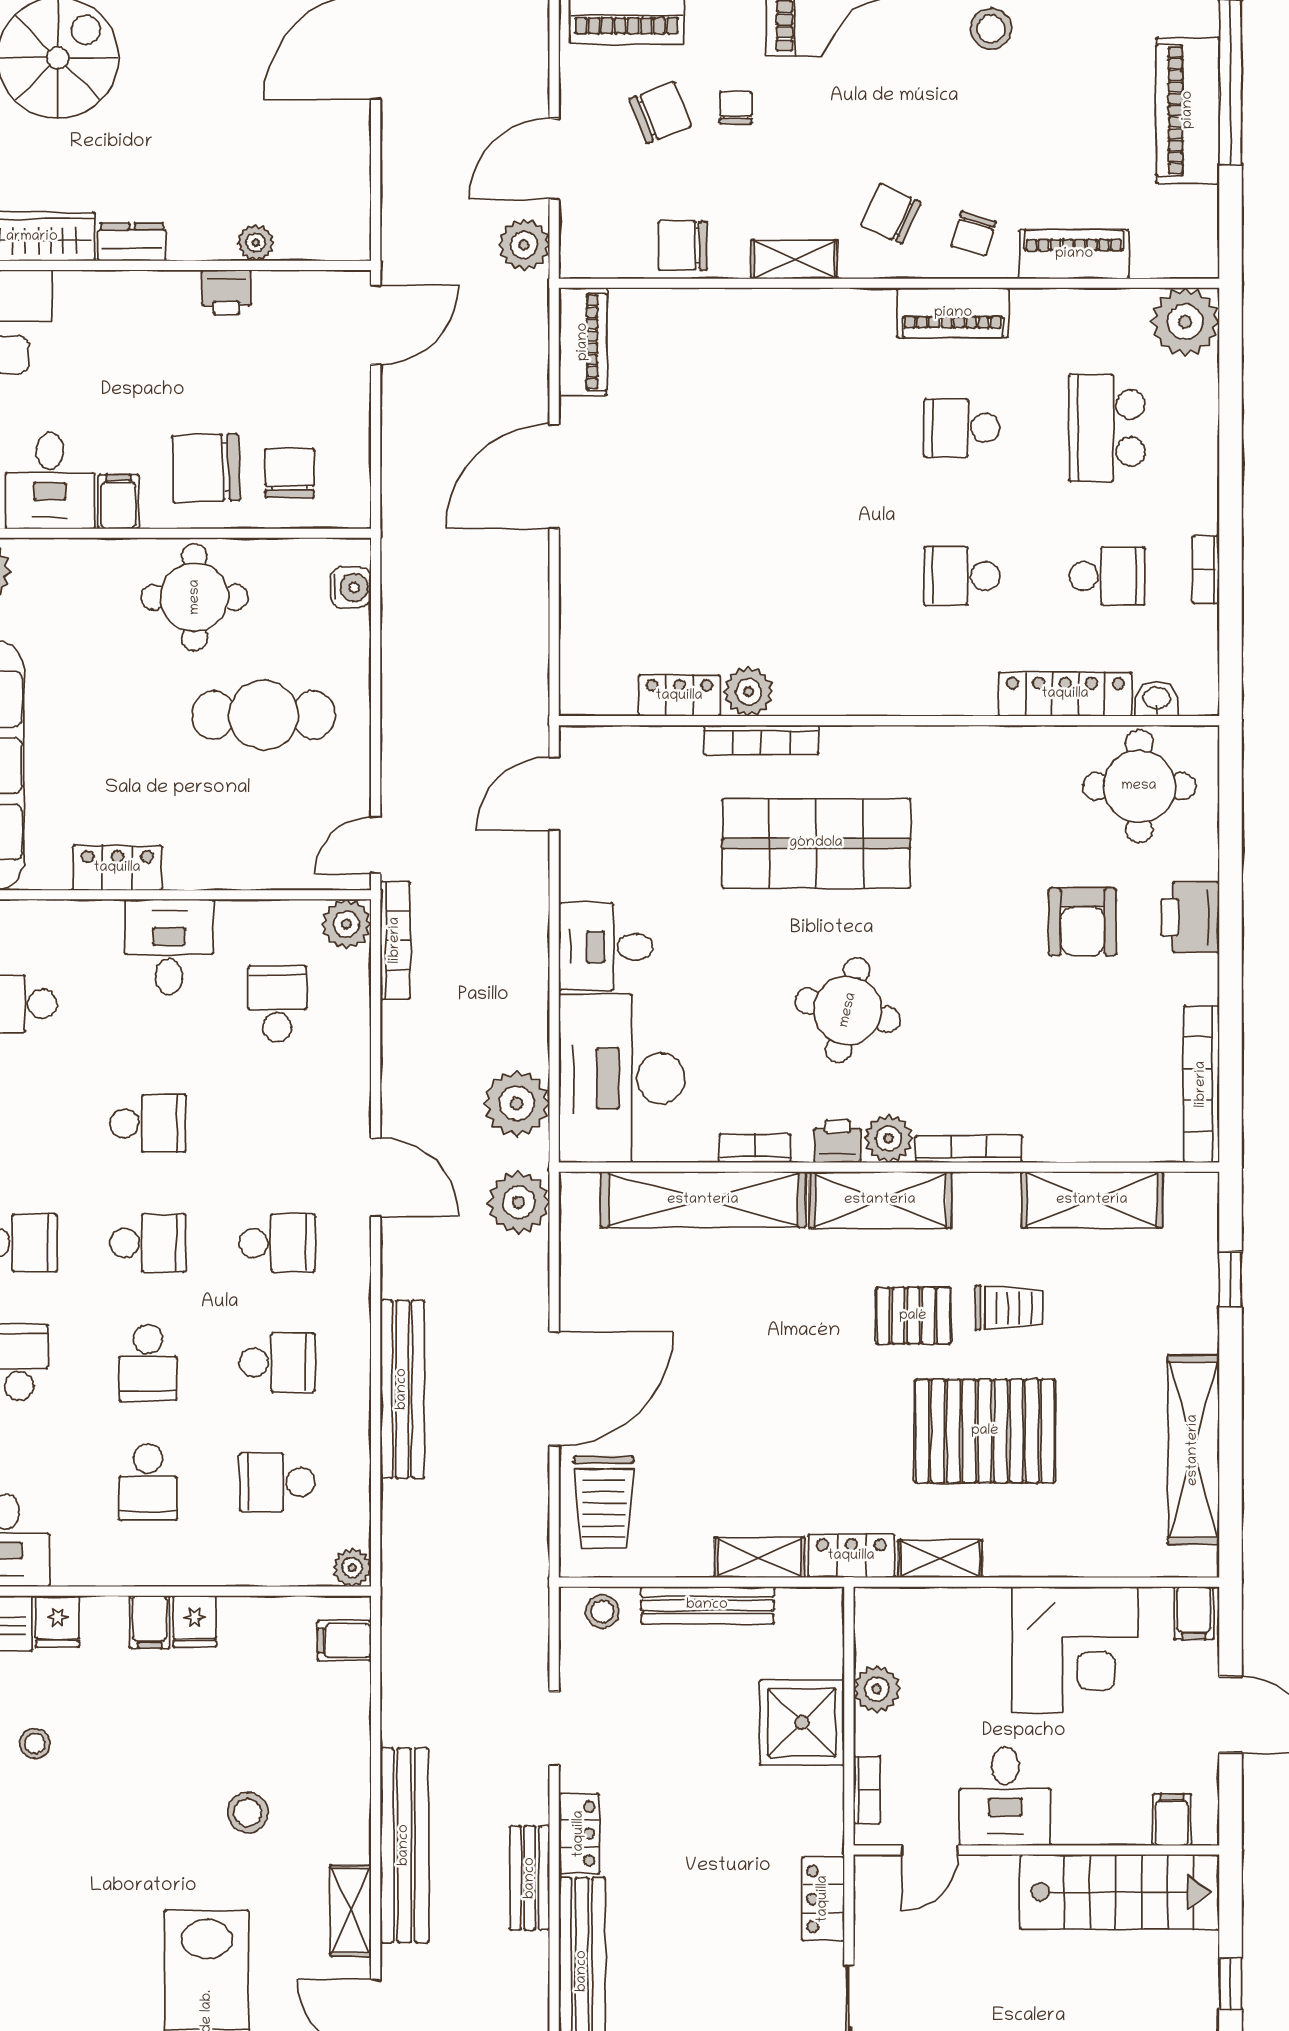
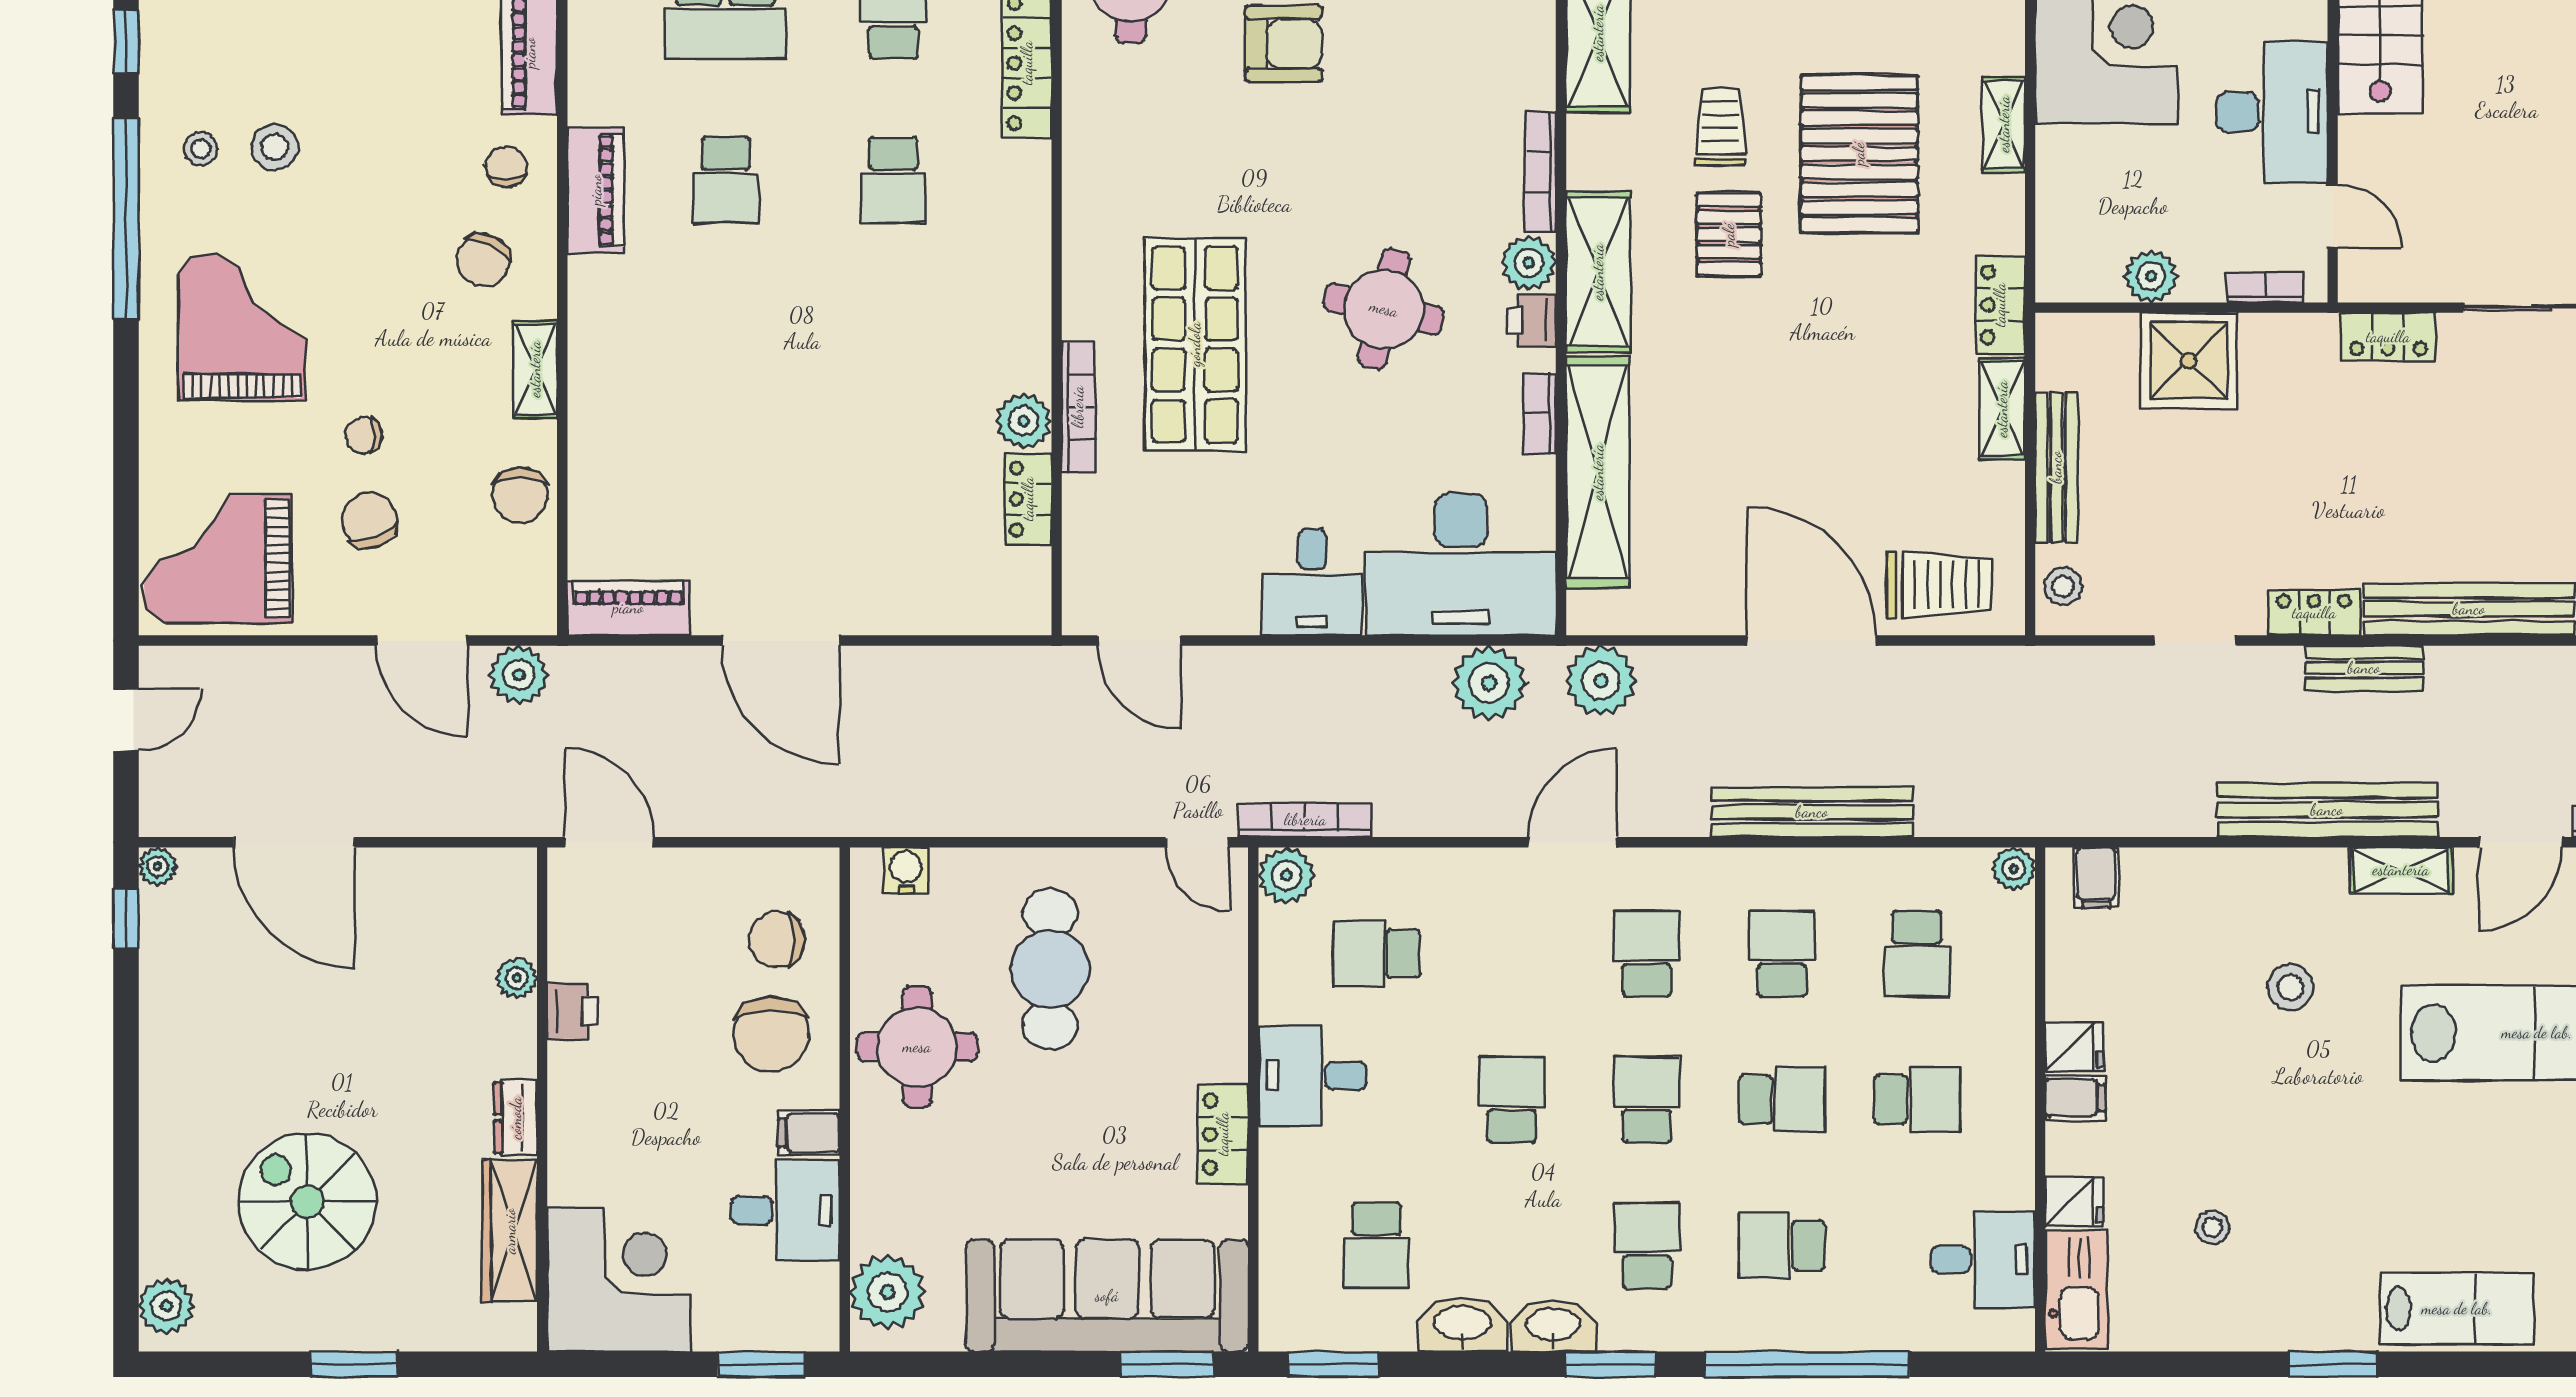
chair: (974, 234) -> (506, 167), turned -107
shelving: (940, 1559) -> (2004, 124), moved
desk: (1005, 1796) -> (2272, 112), width x1.37

